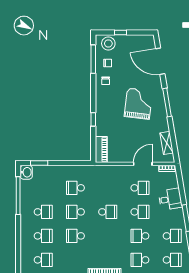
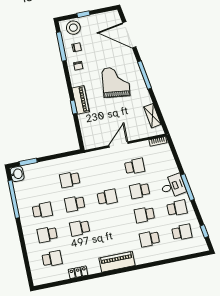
piano: (101, 149) -> (81, 100), moved
door: (143, 164) -> (119, 145), moved
desk: (170, 199) -> (173, 186), moved
school desk: (140, 212) -> (140, 191), turned 180
school desk: (43, 236) -> (47, 235), turned 180

